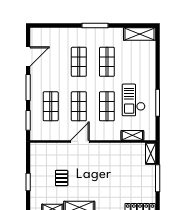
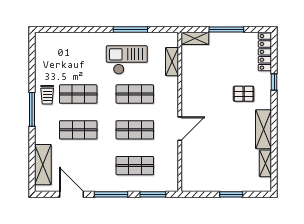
shelving: (140, 34) -> (43, 165), moved
trolley: (106, 37) -> (47, 95), added
checkout: (134, 100) -> (127, 60), turned 180
door: (80, 141) -> (180, 129), swing flipped
pallet: (62, 178) -> (244, 94), moved

